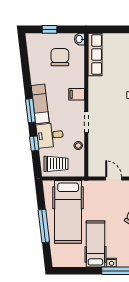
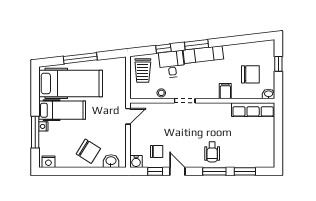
filing cabinet: (77, 94) -> (225, 91), moved
door: (114, 179) -> (128, 116), moved
hospital bed: (68, 212) -> (71, 83), moved, turned 180

